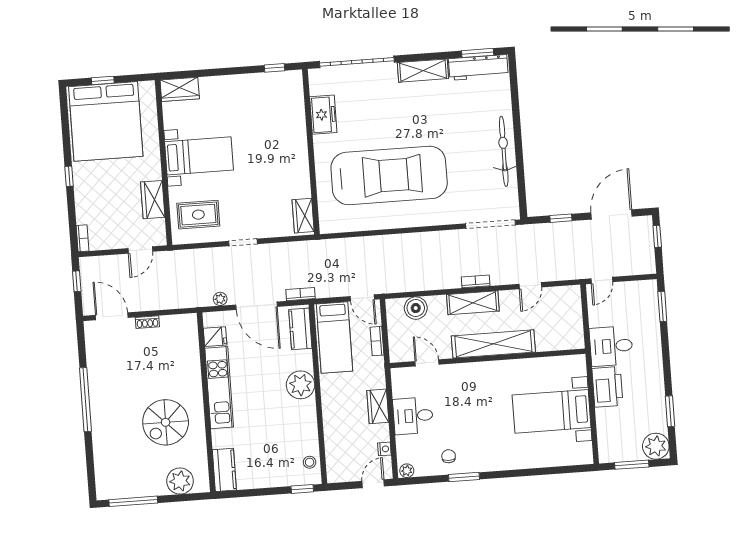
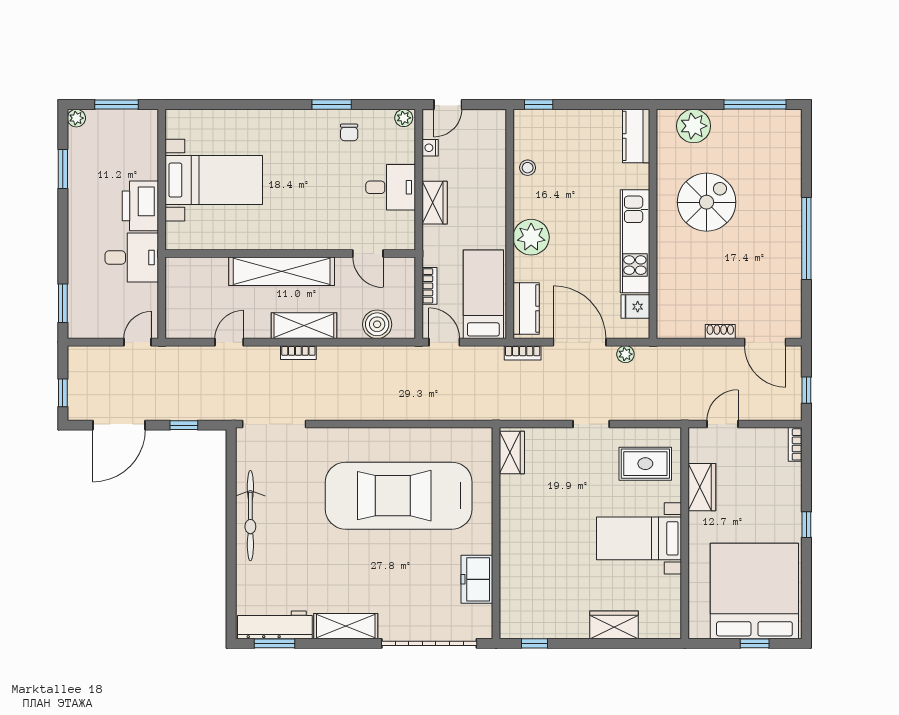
wardrobe: (180, 89) -> (614, 625), moved
plant: (656, 446) -> (76, 118), width x0.53, depth x0.53
stool: (310, 462) -> (528, 168), moved

